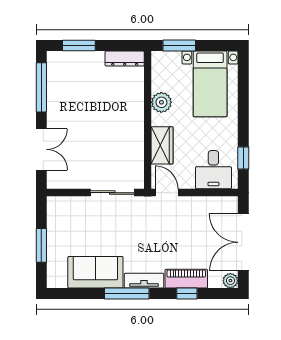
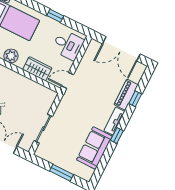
window: (243, 158) -> (55, 16), moved
sliding door: (112, 193) -> (43, 129), moved
plant: (230, 281) -> (141, 68), removed
window: (127, 293) -> (117, 136), width x0.46

